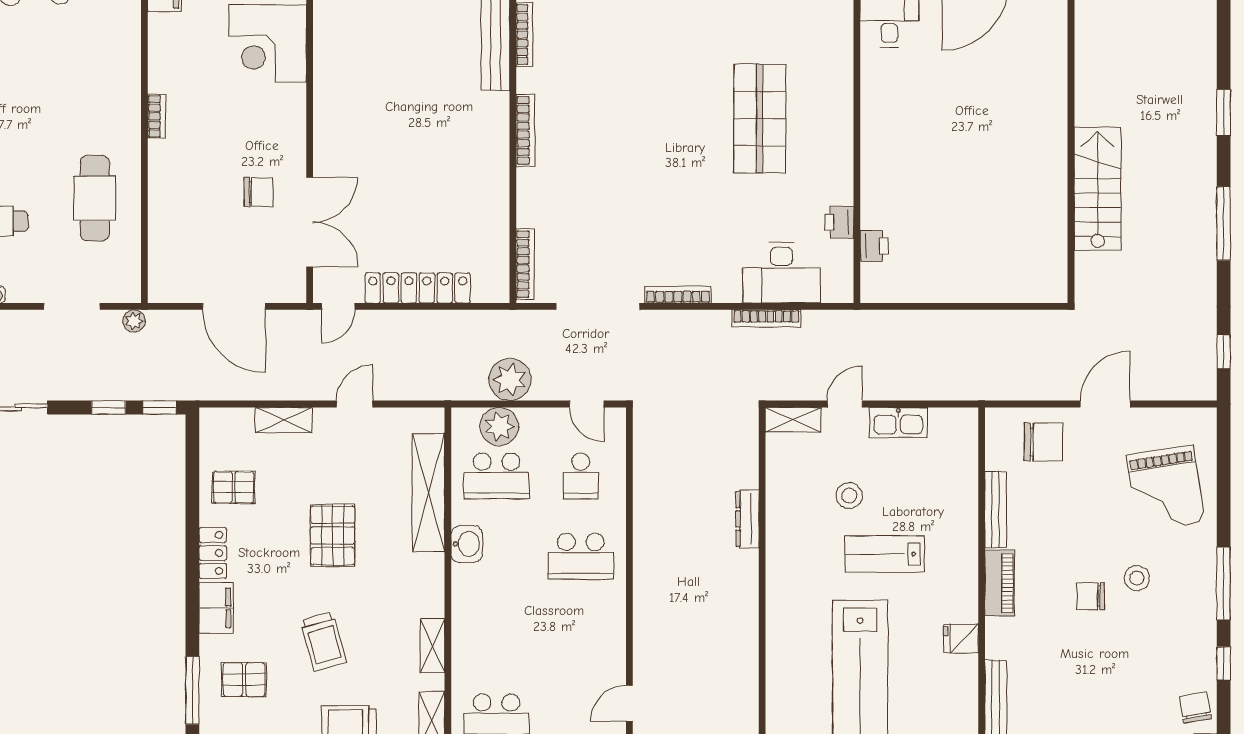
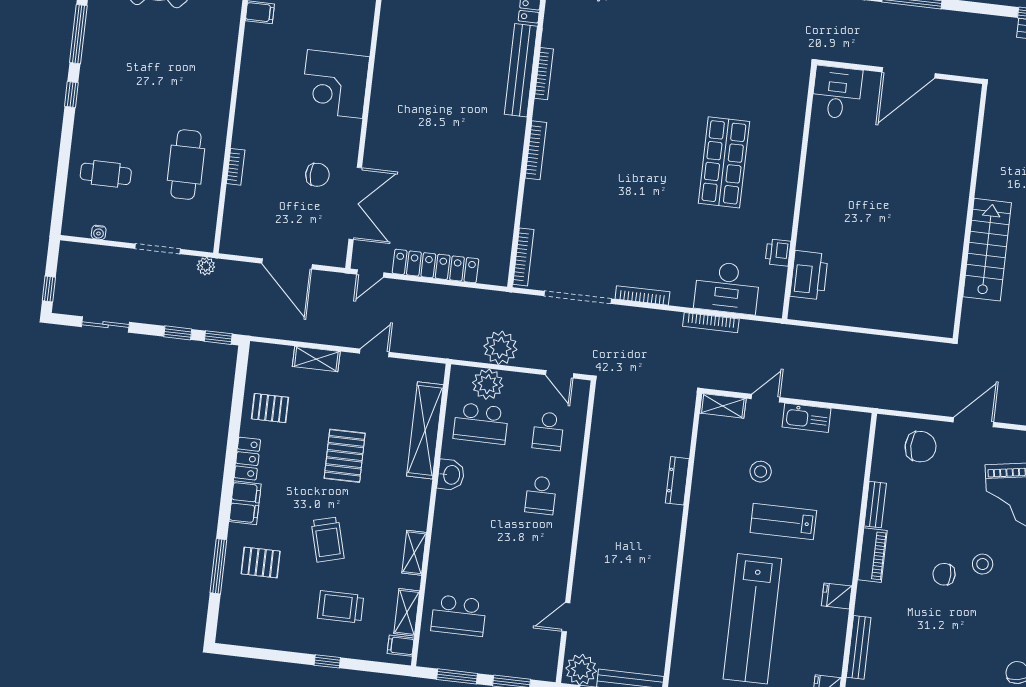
corner desk: (268, 43) -> (335, 84), moved
bookcase: (157, 116) -> (236, 167), moved
printer: (874, 246) -> (809, 275), width x1.87, depth x1.48
bench: (996, 510) -> (875, 505), width x0.73
school desk: (581, 556) -> (541, 495), width x0.54

